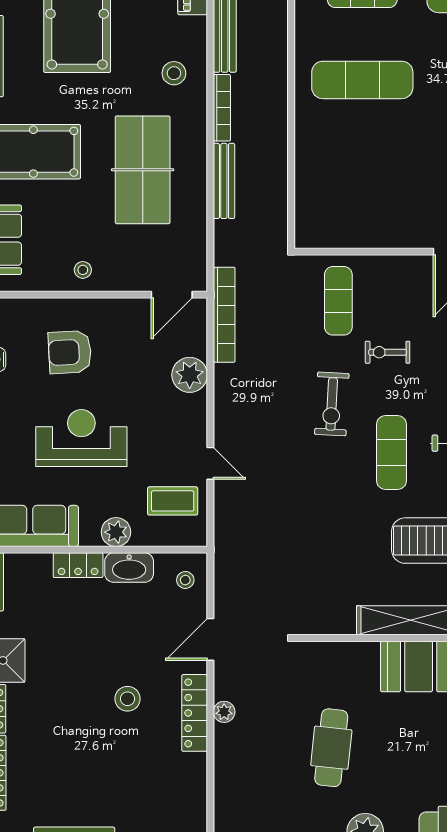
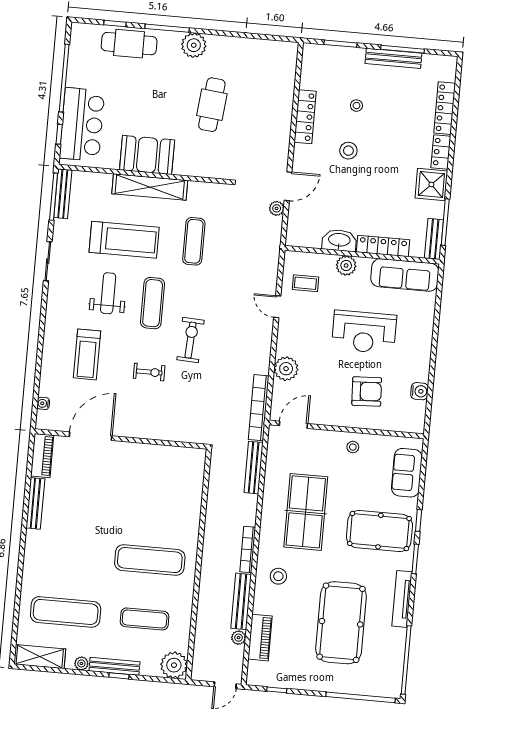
bench: (224, 181) -> (254, 468), moved
exercise mat: (338, 301) -> (194, 241), moved
coffee table: (173, 501) -> (305, 283), width x0.73, depth x0.77
locker: (78, 565) -> (383, 246), width x1.53
stool: (185, 580) -> (356, 106), moved
plant: (224, 712) -> (277, 208), moved
locker: (195, 713) -> (305, 117), moved

